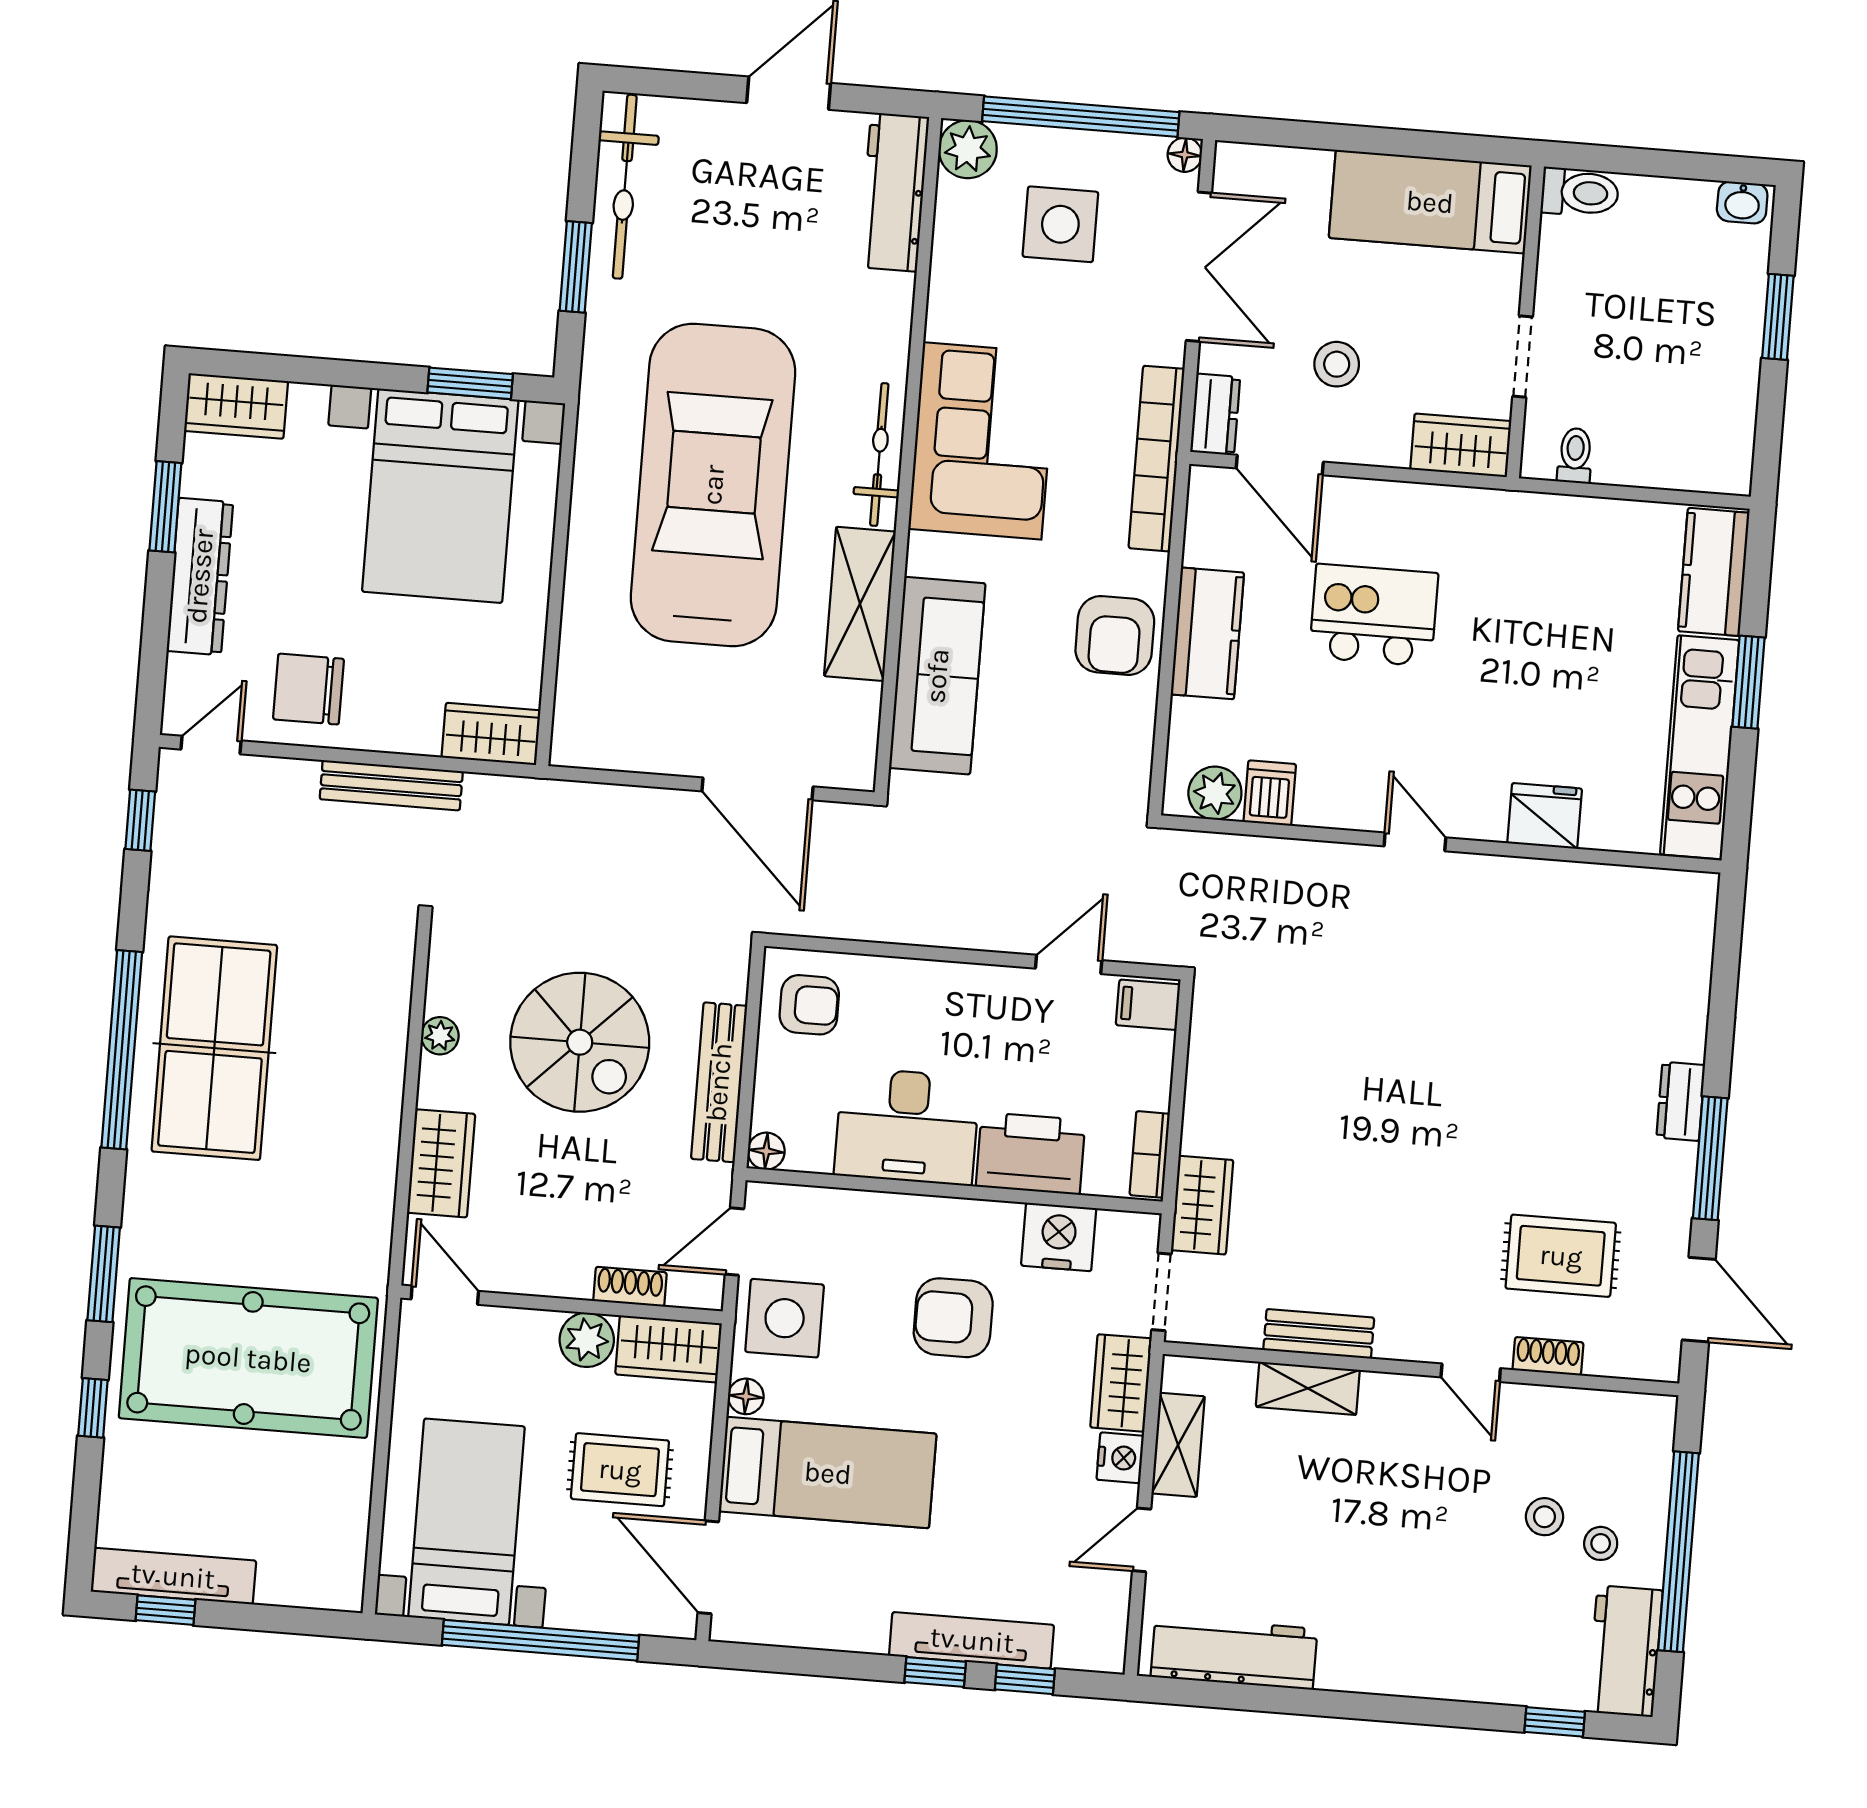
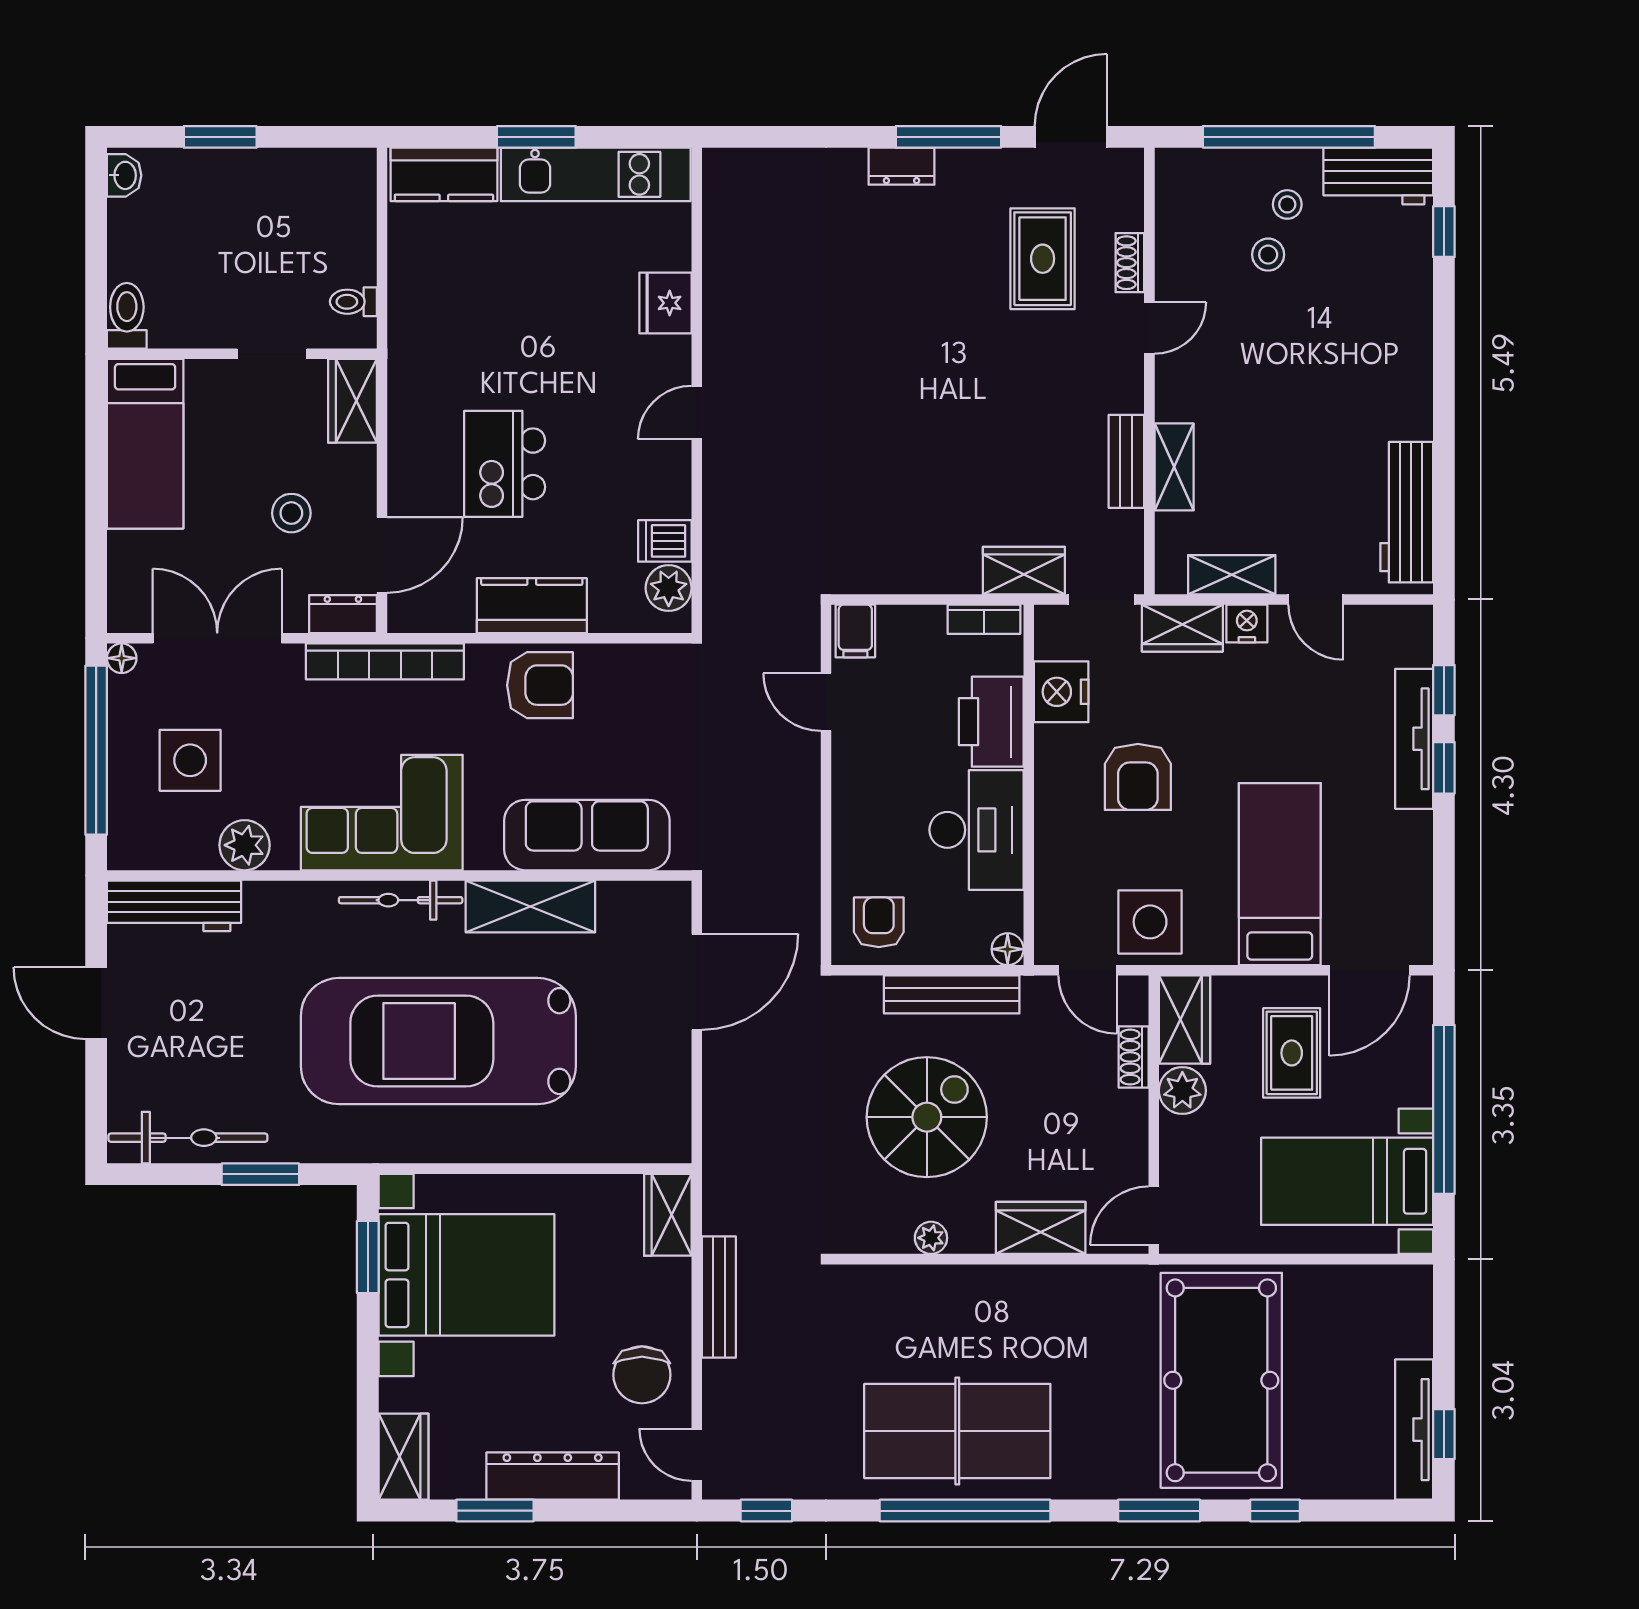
plant: (968, 149) -> (245, 845), moved
floor lamp: (746, 1396) -> (1220, 950), removed

